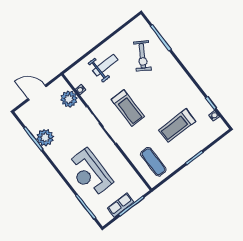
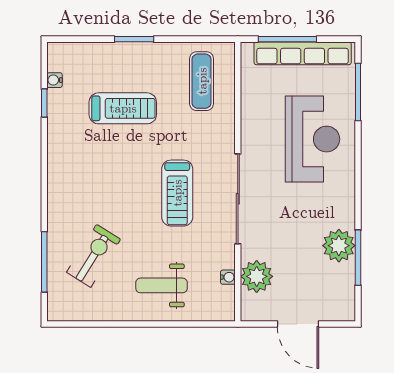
treadmill: (128, 108) -> (177, 193), turned 180
row of seats: (121, 205) -> (303, 53), width x2.02

